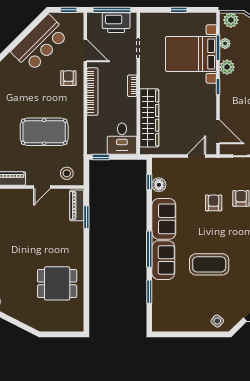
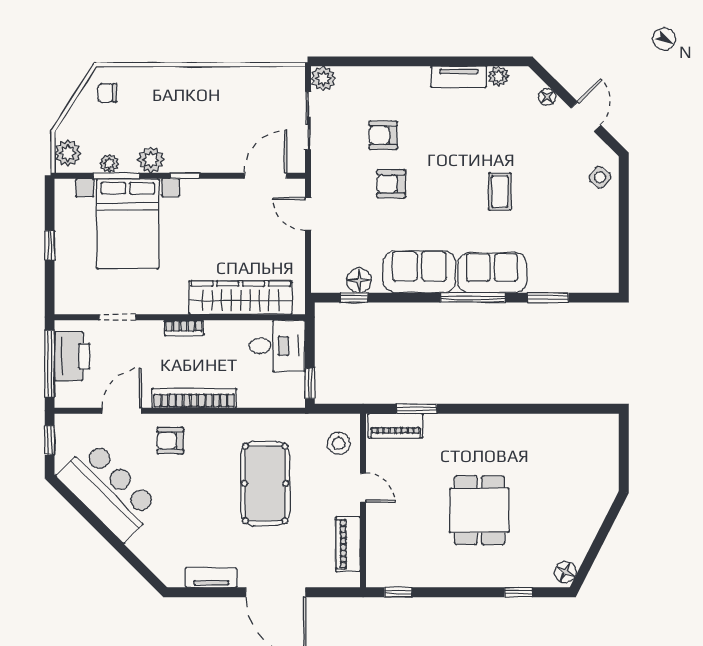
coffee table: (209, 264) -> (500, 192), width x0.54, depth x0.58
dining table: (57, 283) -> (479, 510), moved

